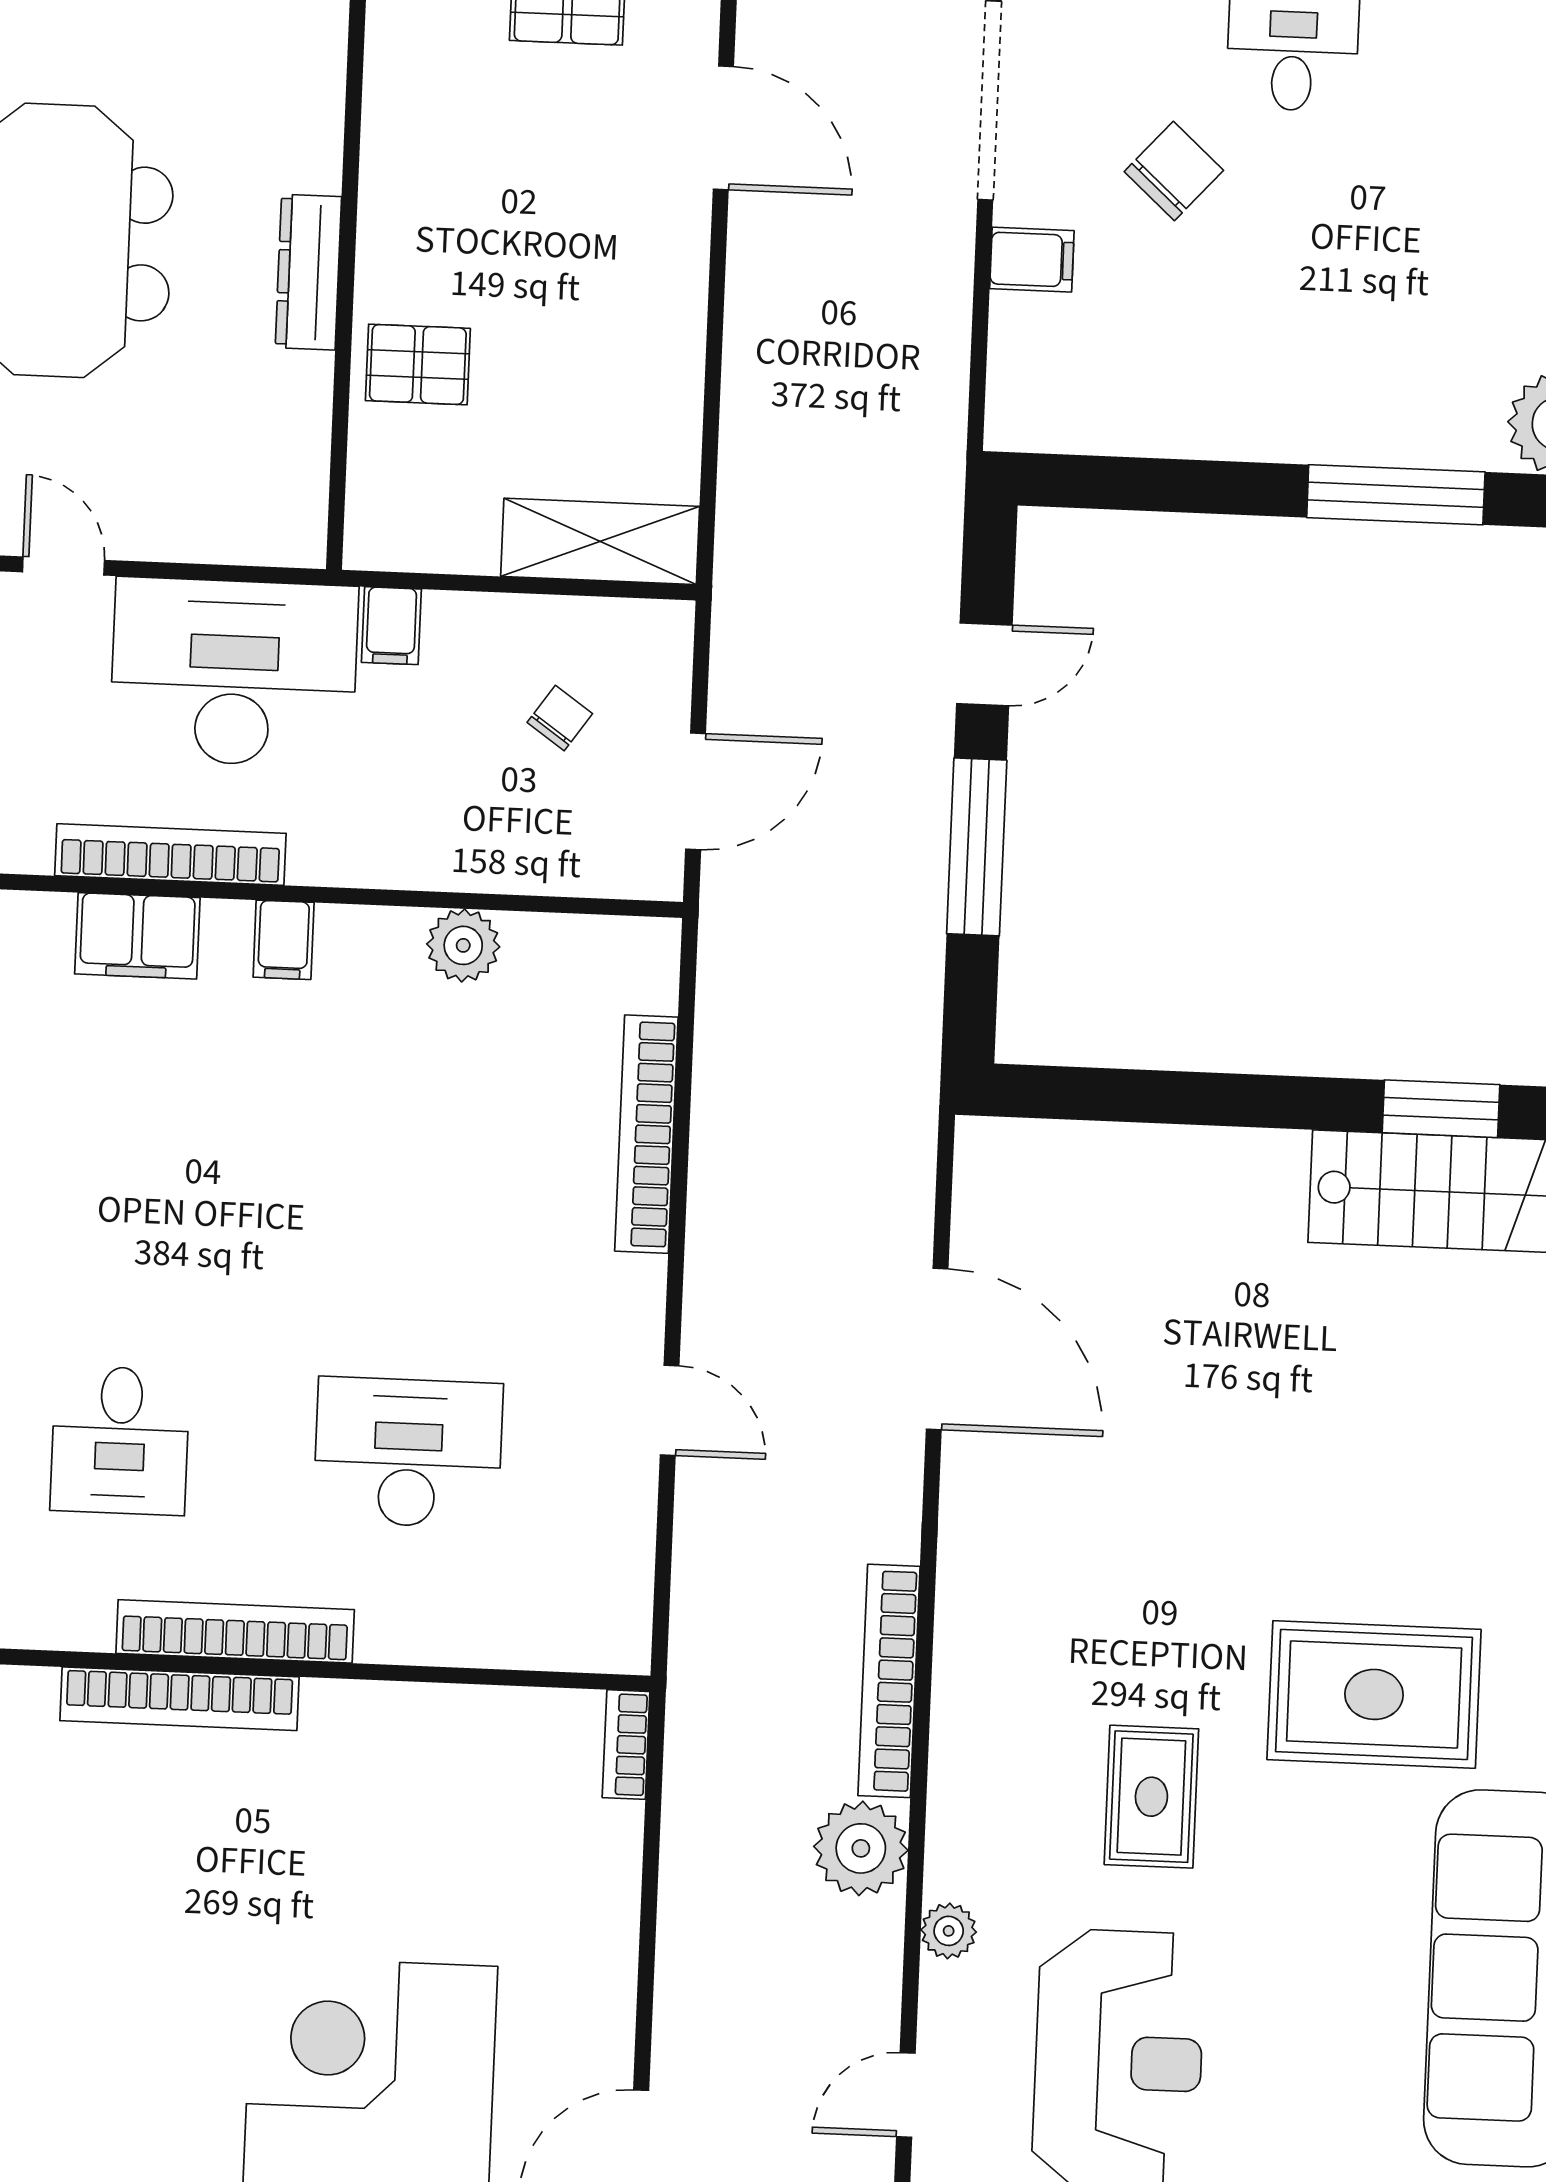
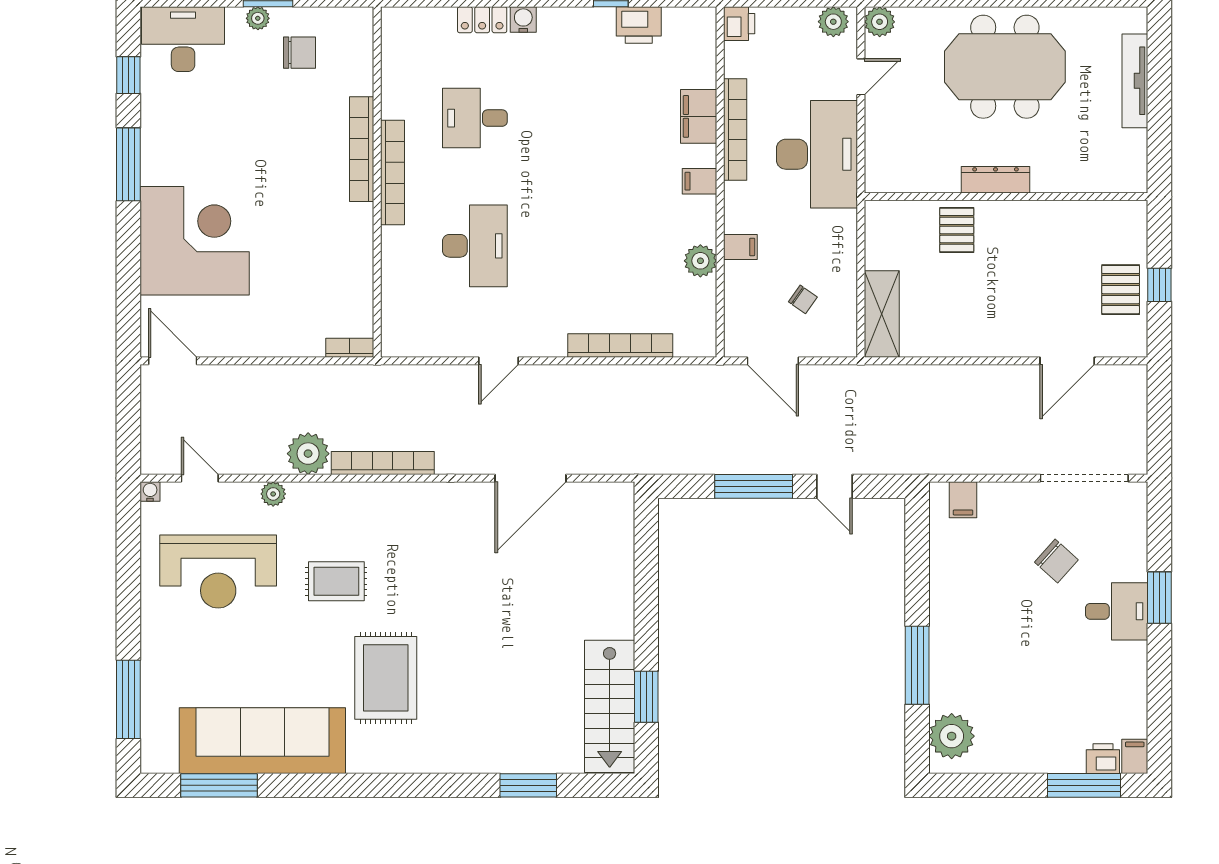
filing cabinet: (1032, 260) -> (963, 500), moved
filing cabinet: (391, 626) -> (740, 247), moved, turned 180

